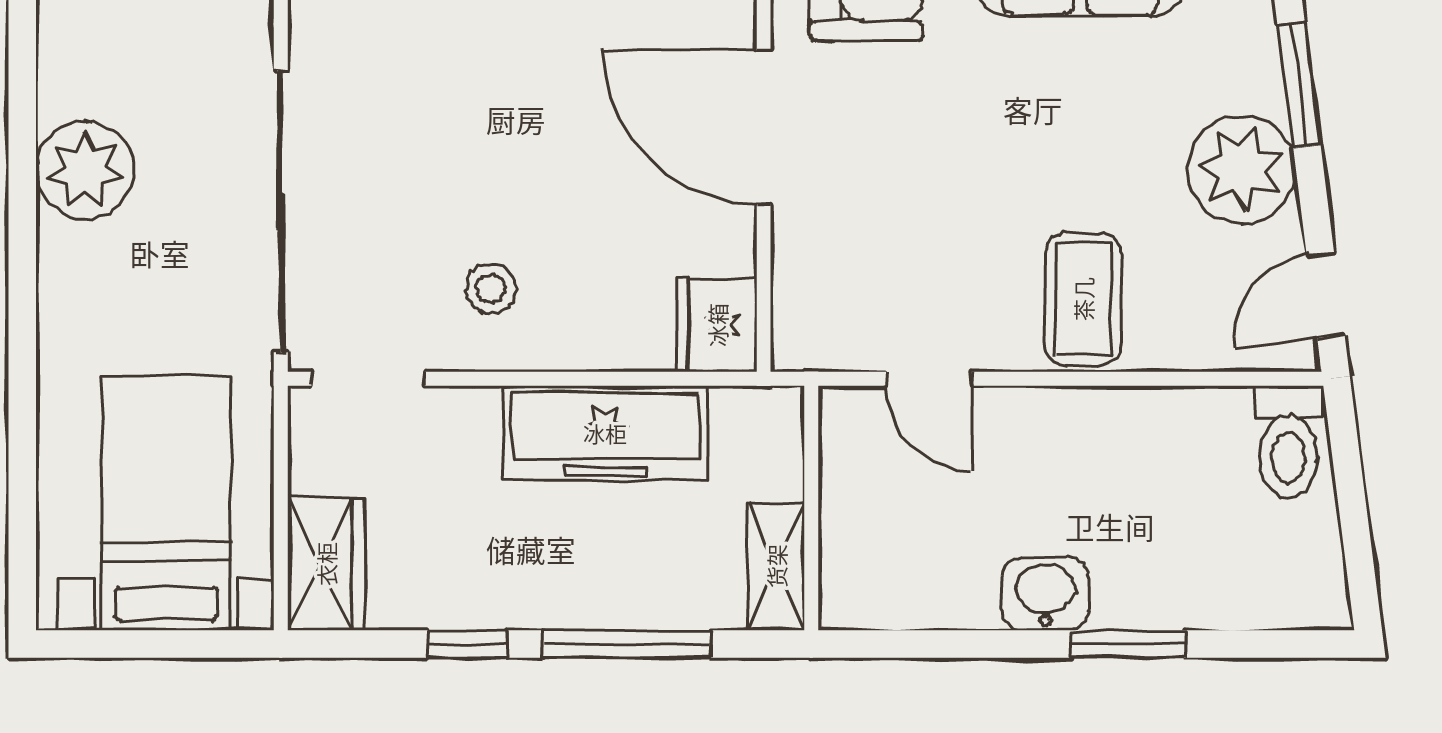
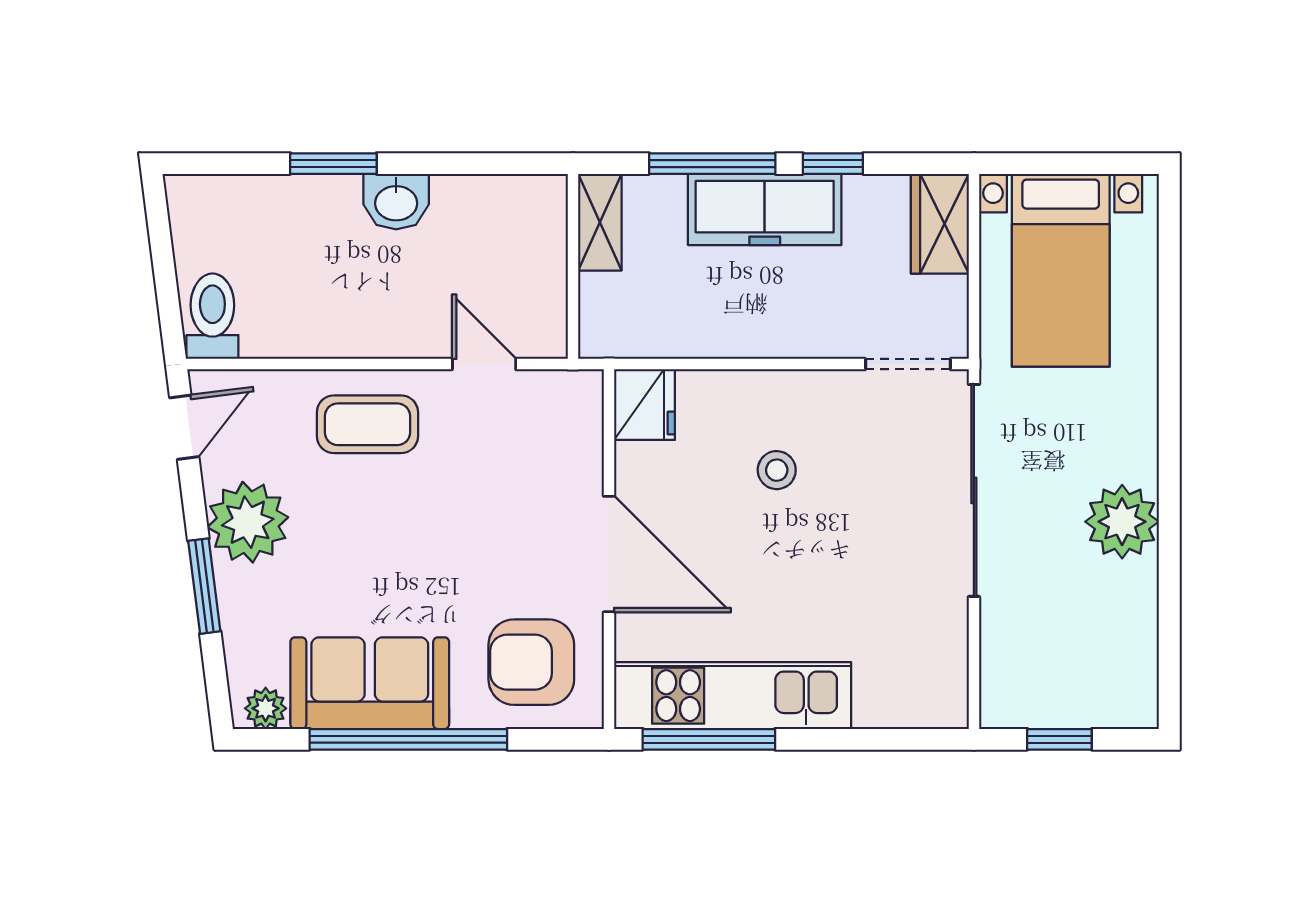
stool: (491, 289) -> (777, 470), moved
coffee table: (1083, 299) -> (367, 424), turned 90
freezer: (605, 433) -> (765, 209), moved, turned 180

